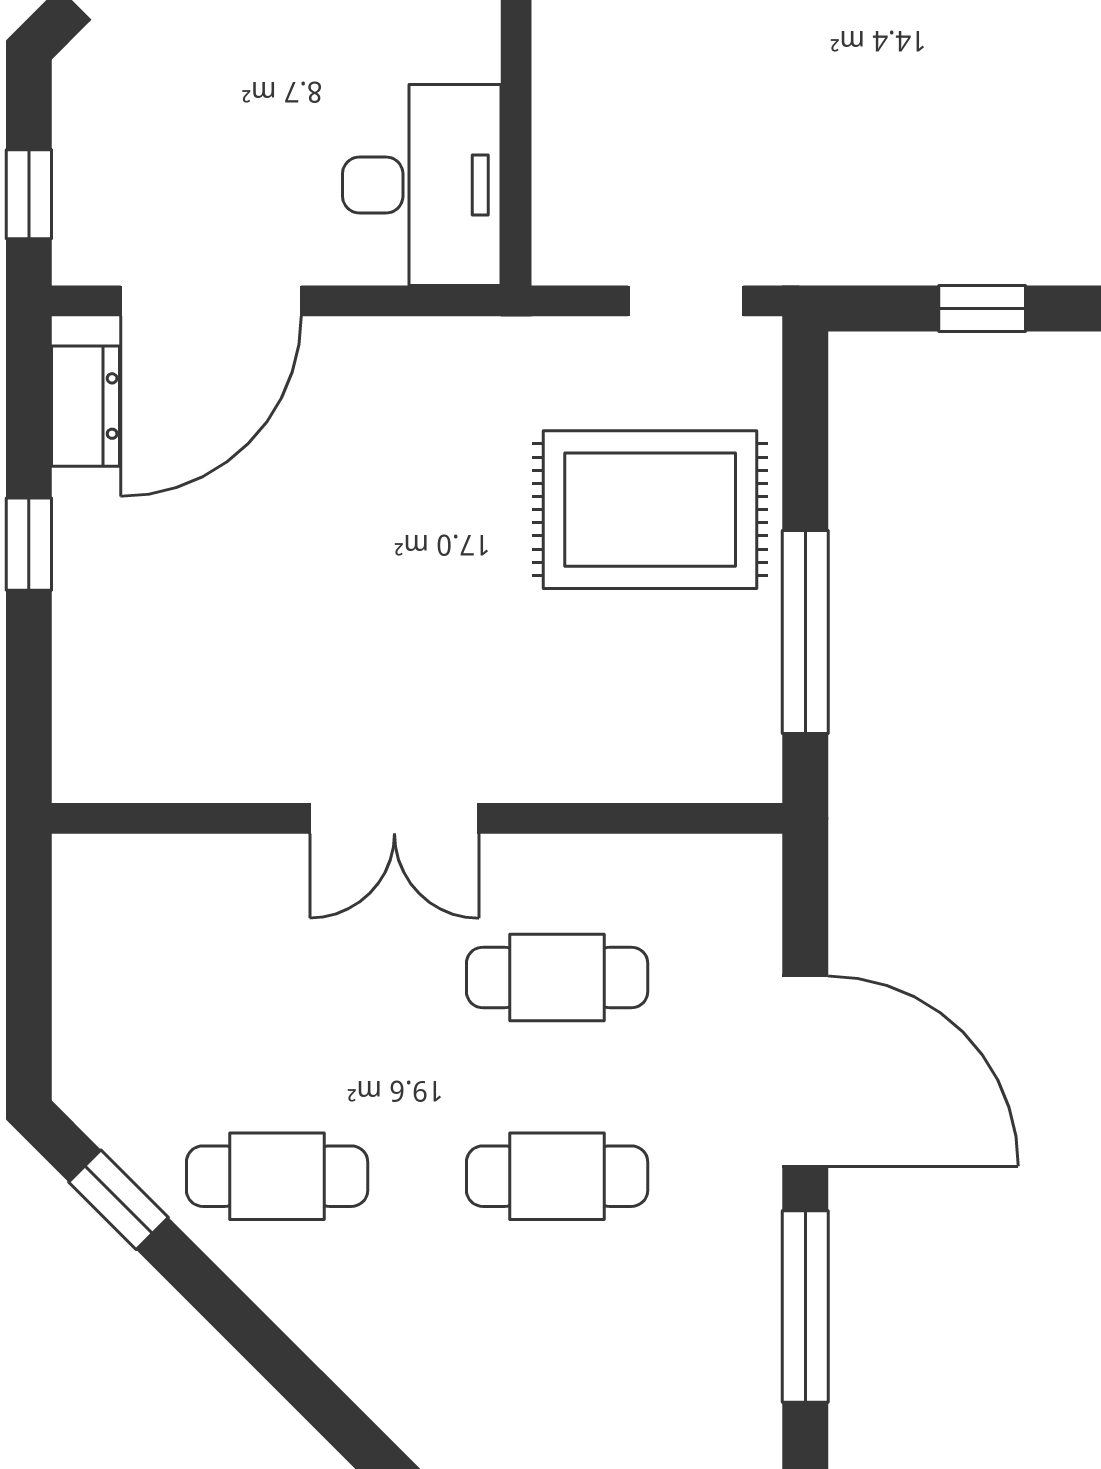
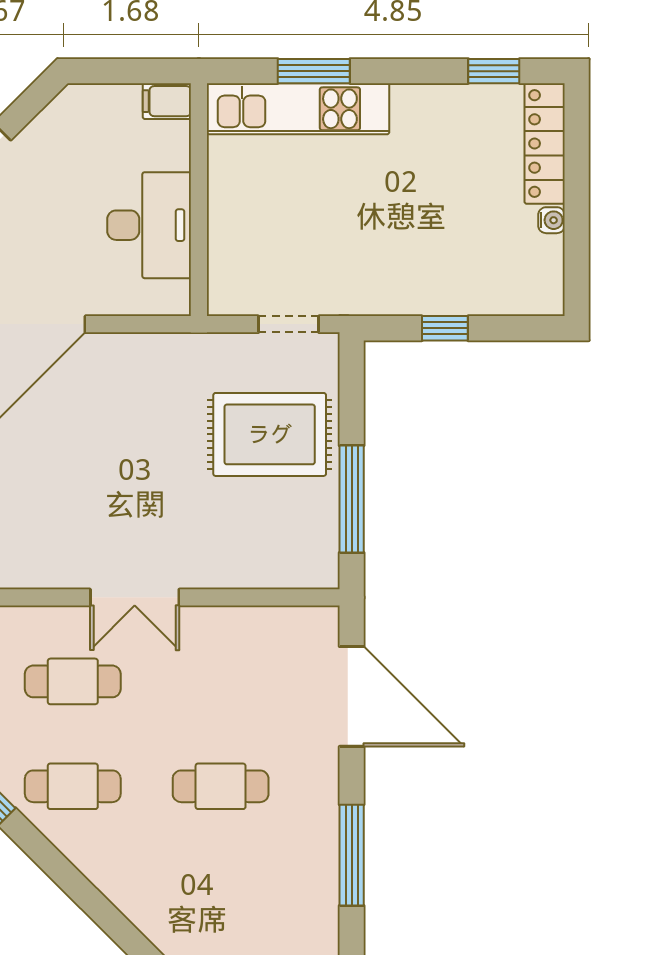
desk: (422, 185) -> (149, 225), moved
cafe table: (557, 977) -> (73, 681), moved
door: (805, 1071) -> (352, 696), moved

